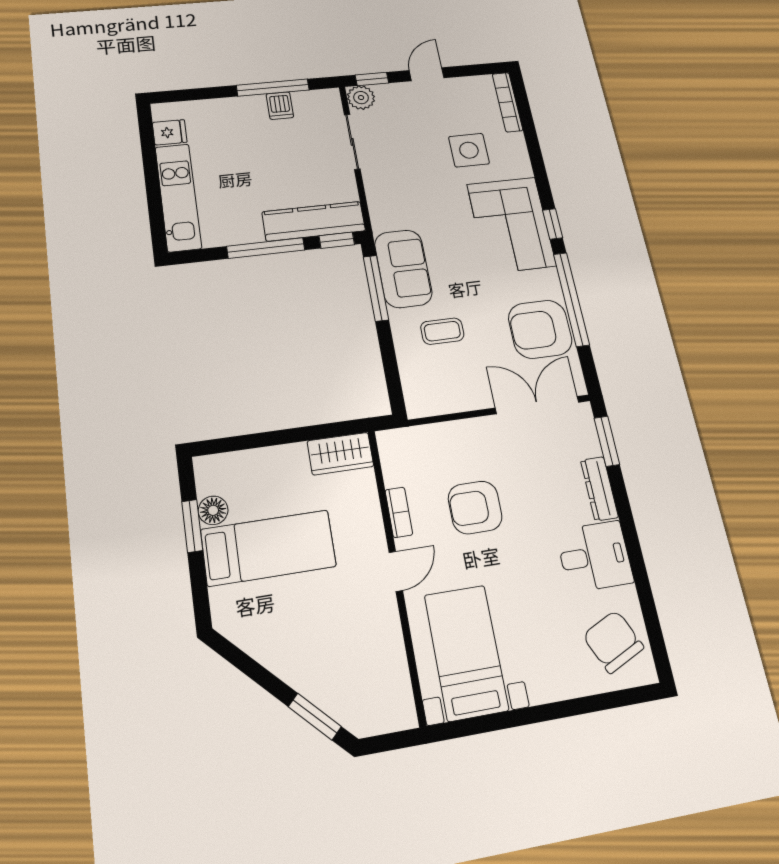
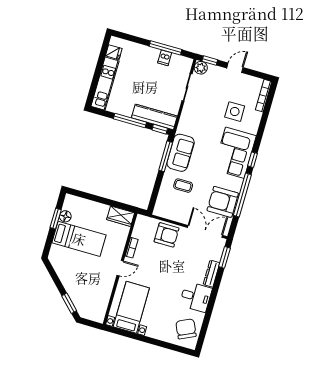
armchair: (475, 507) -> (167, 235), moved, turned 180

